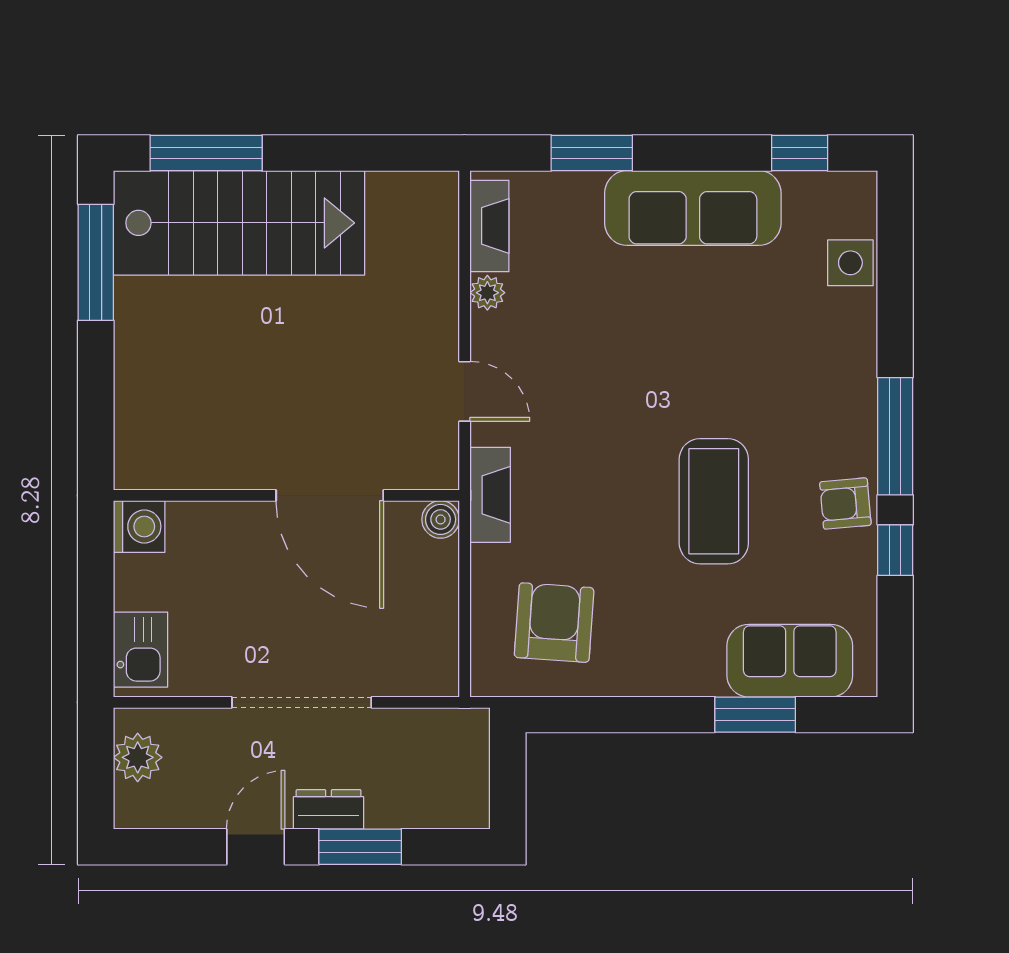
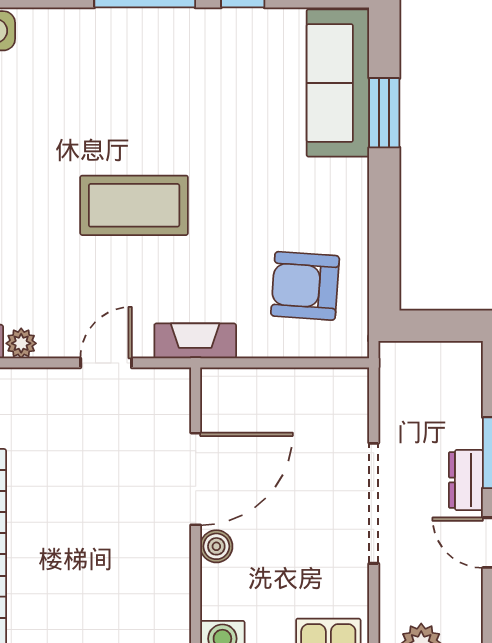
coffee table: (714, 501) -> (134, 205), moved
armchair: (845, 504) -> (203, 35), removed
boiler: (441, 519) -> (216, 546), moved
sofa: (790, 661) -> (338, 83), width x1.36

